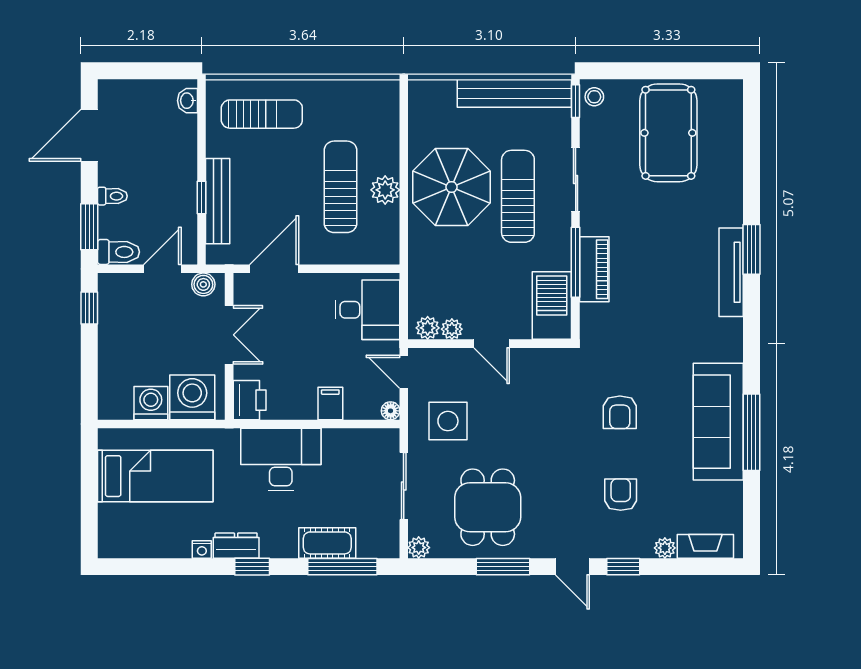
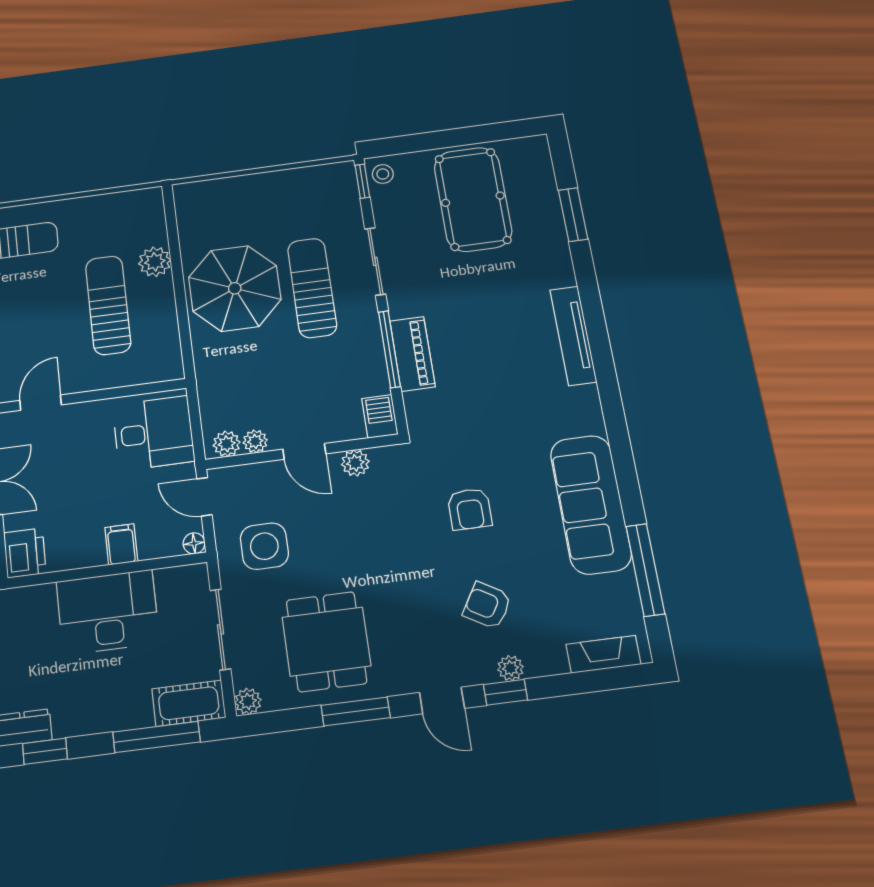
bench: (514, 93) -> (292, 183), removed
plant: (385, 190) -> (155, 262), moved
window: (751, 249) -> (573, 215), moved
door: (274, 269) -> (41, 403), width x0.73
barbecue: (552, 306) -> (380, 416), width x0.53, depth x0.65
plant: (532, 360) -> (355, 463), added
window: (751, 432) -> (645, 570), moved
desk: (281, 460) -> (108, 612), moved
armchair: (621, 495) -> (487, 605), turned -59
cot: (327, 543) -> (189, 703), moved
plant: (665, 548) -> (511, 668), moved

